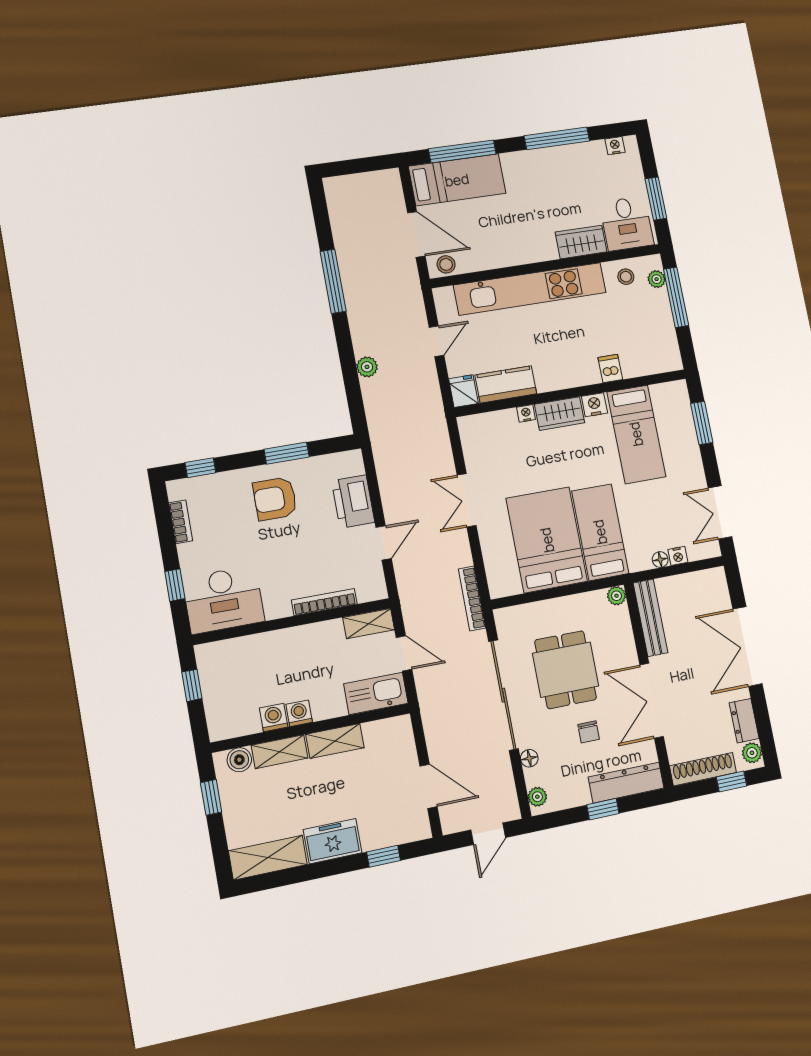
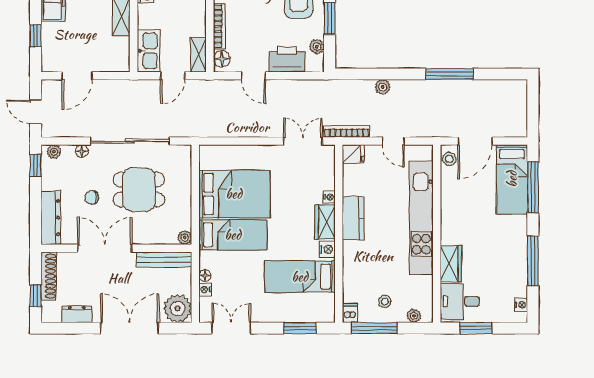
stool: (626, 277) -> (385, 302), moved
window: (676, 297) -> (374, 328), moved
dishwasher: (610, 368) -> (350, 313), moved, turned -90
kitchen counter: (506, 384) -> (353, 218), moved
plant: (328, 464) -> (317, 47), added
double door: (467, 500) -> (303, 141), moved
floor lamp: (368, 590) -> (222, 59), added
bookcase: (472, 598) -> (346, 132), moved
plant: (752, 753) -> (178, 309), moved, width x1.88, depth x1.88
window: (603, 809) -> (36, 166), moved

